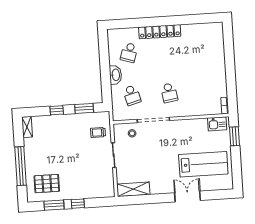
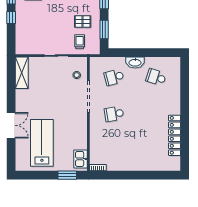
locker: (160, 32) -> (175, 135), moved
pallet: (77, 131) -> (83, 21), added
lab bench: (203, 164) -> (42, 143), turned 180

